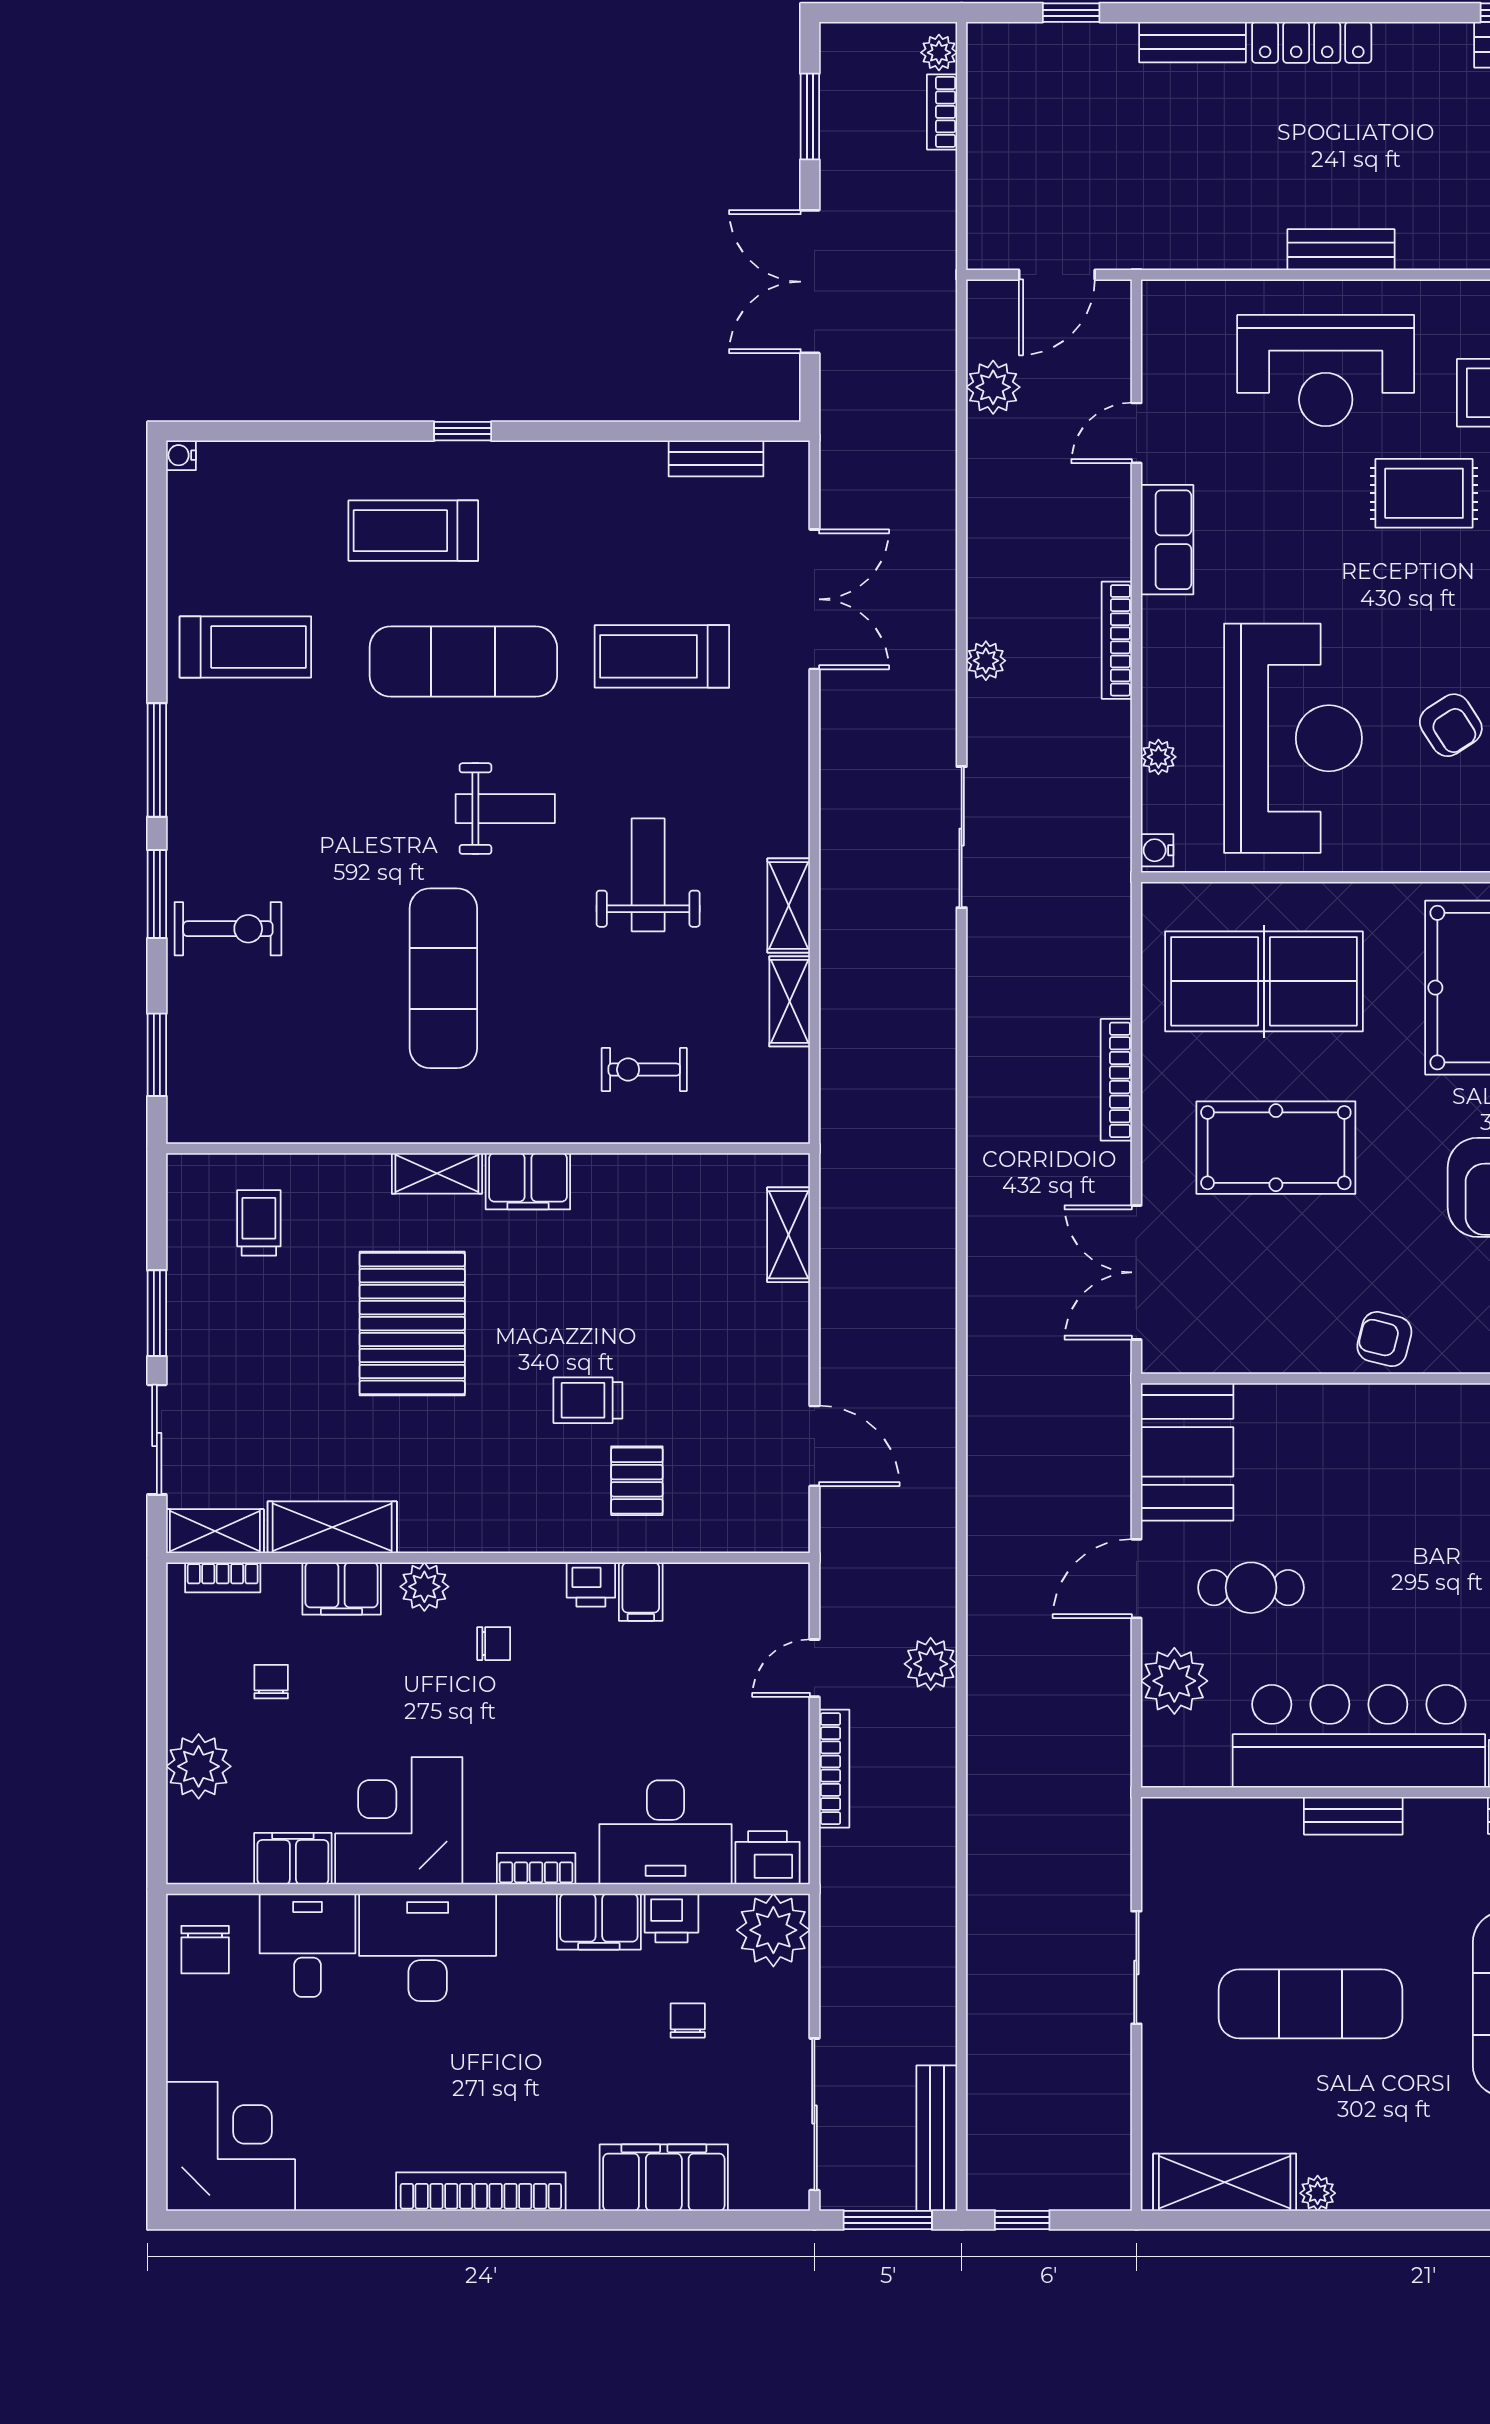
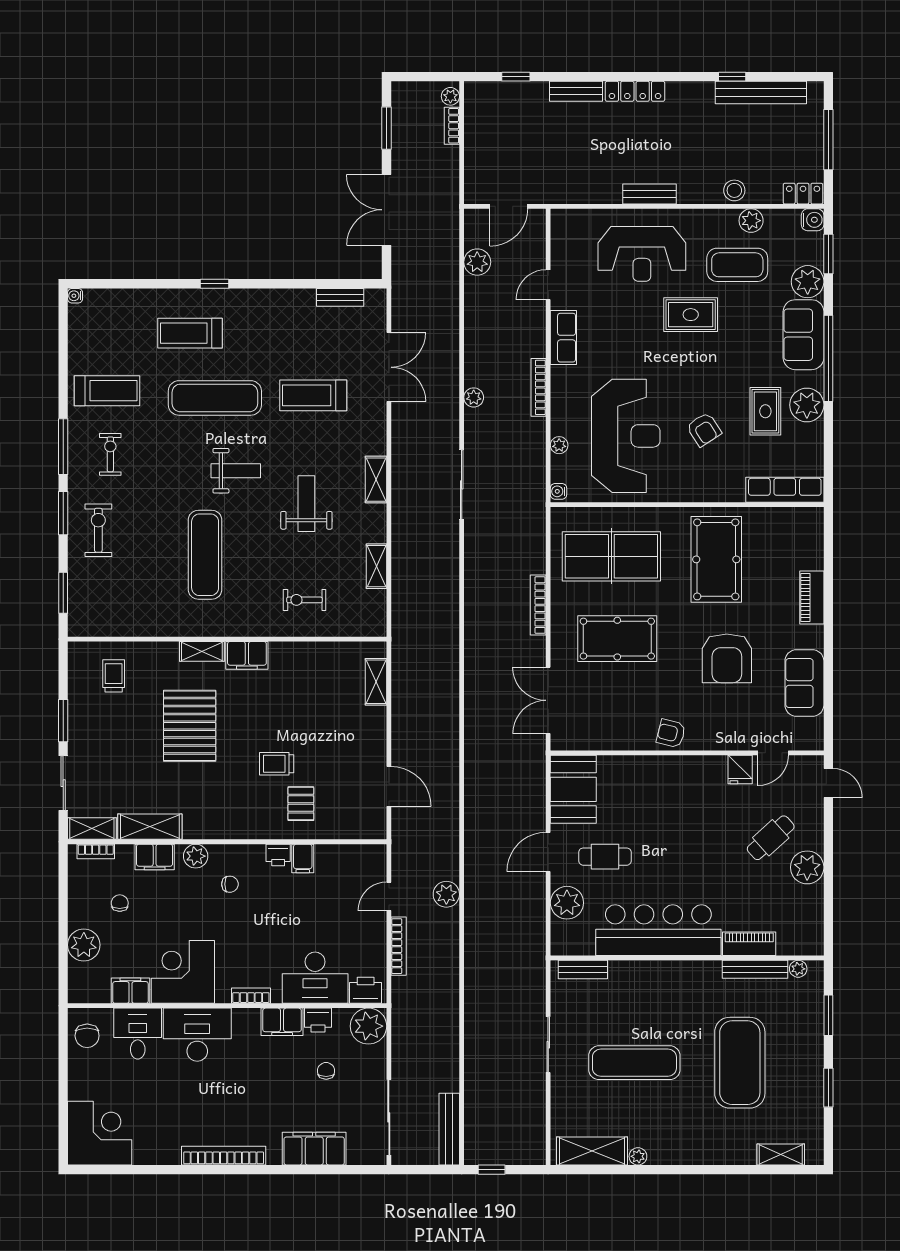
exercise bike: (252, 775) -> (110, 454), added
shelving: (789, 906) -> (376, 480), moved
exercise bike: (228, 929) -> (98, 530), turned -90
bench: (1353, 1816) -> (583, 969), moved
window: (888, 2220) -> (425, 1170), removed

